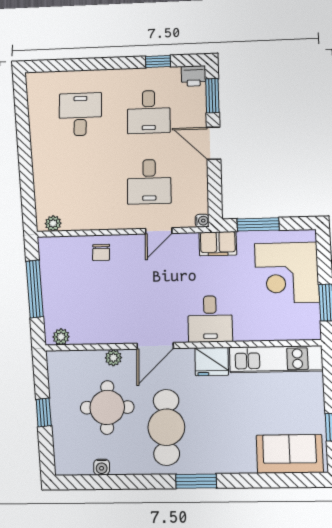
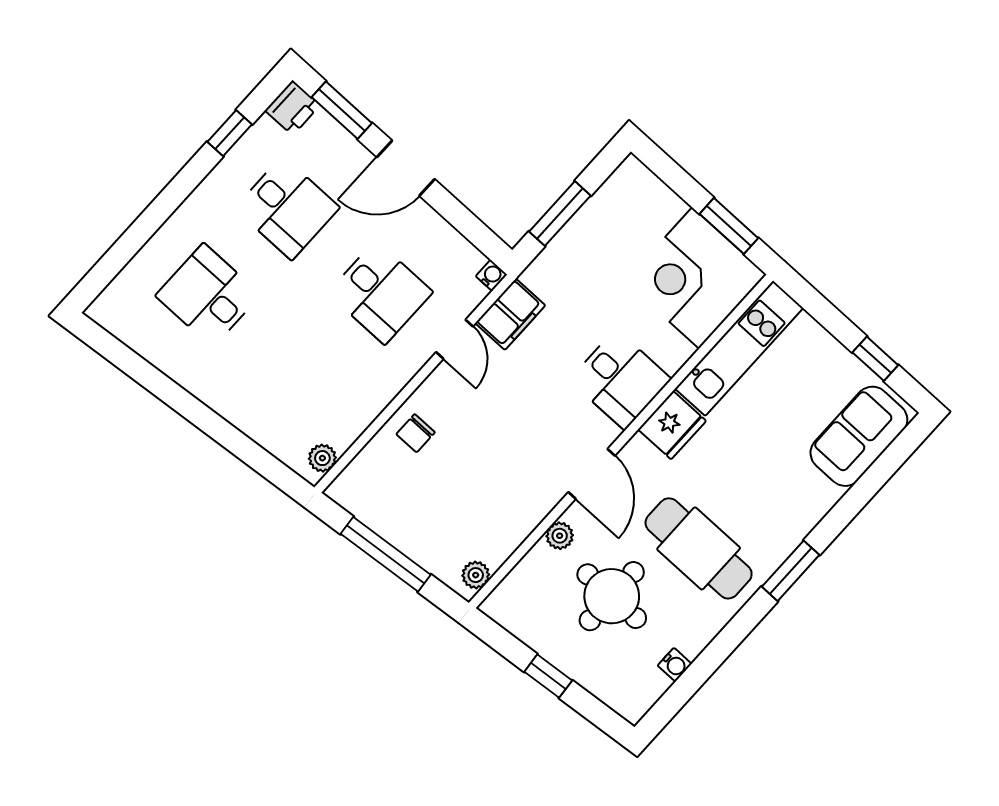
filing cabinet: (218, 244) -> (510, 314), moved
chair: (101, 252) -> (416, 433), turned 90
corner desk: (287, 273) -> (696, 278), moved, turned 90

